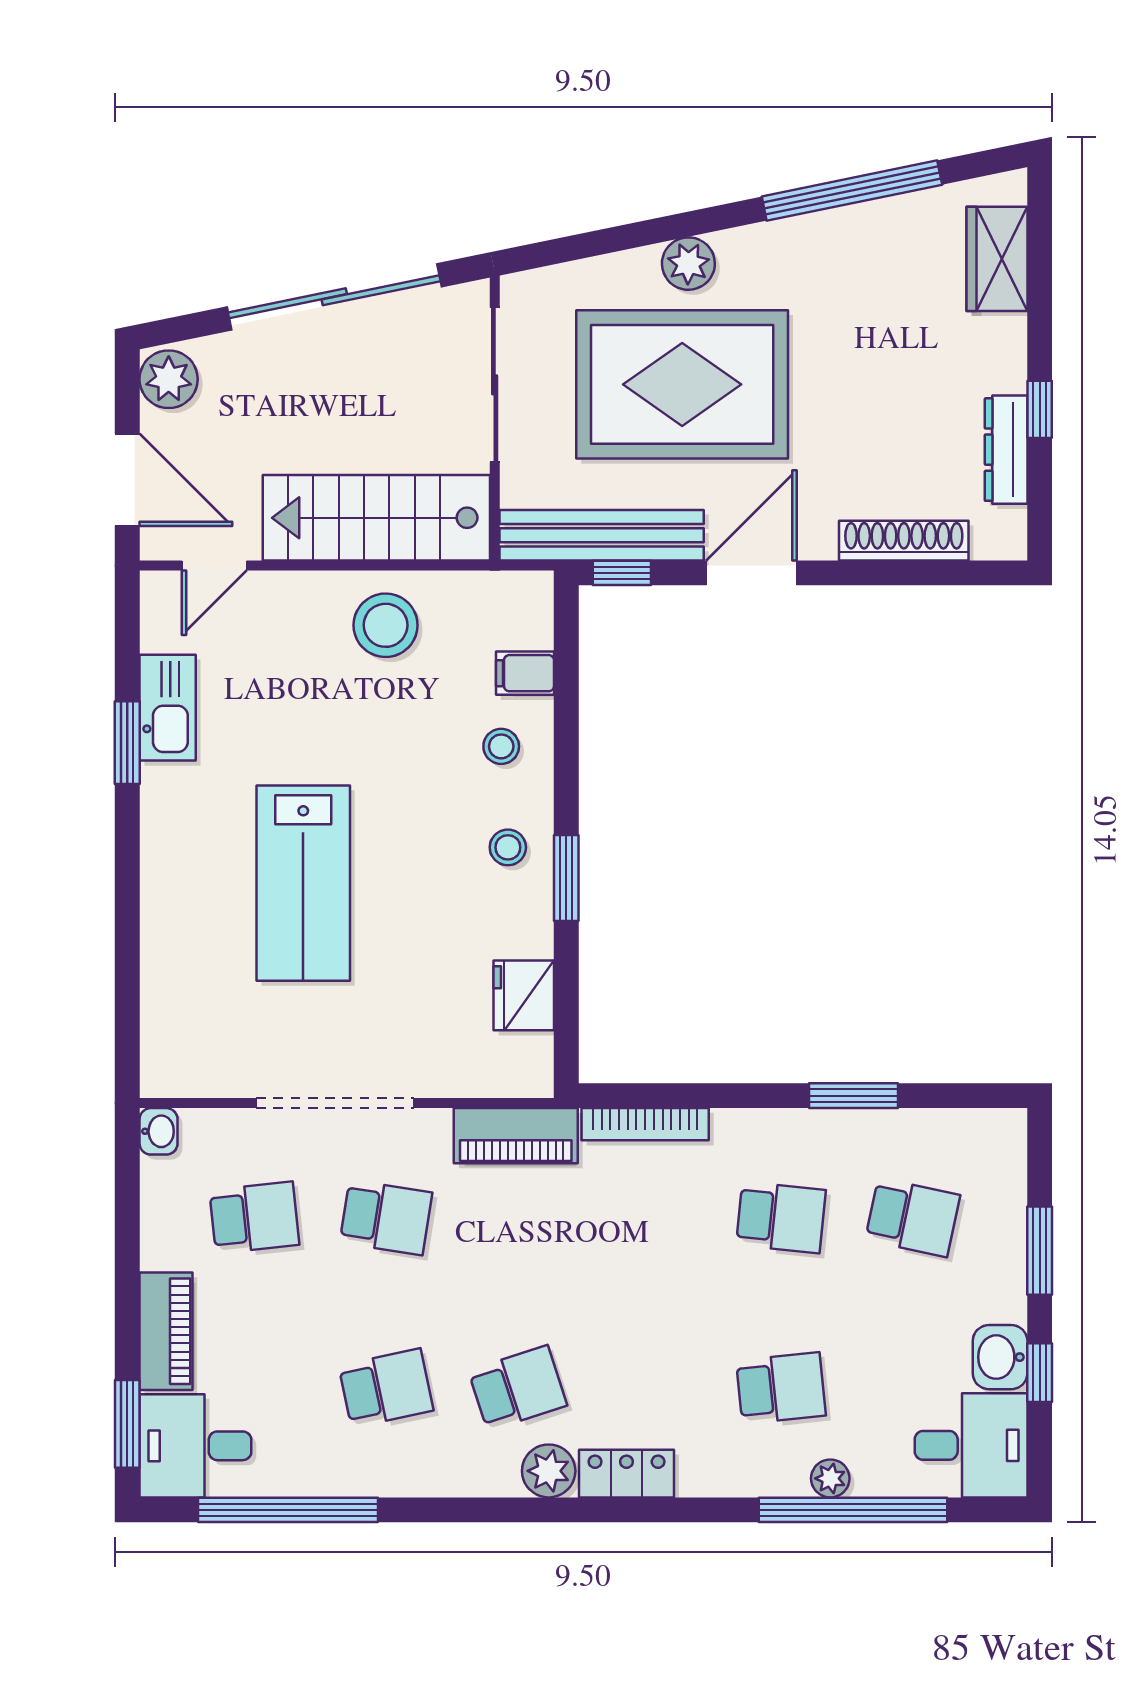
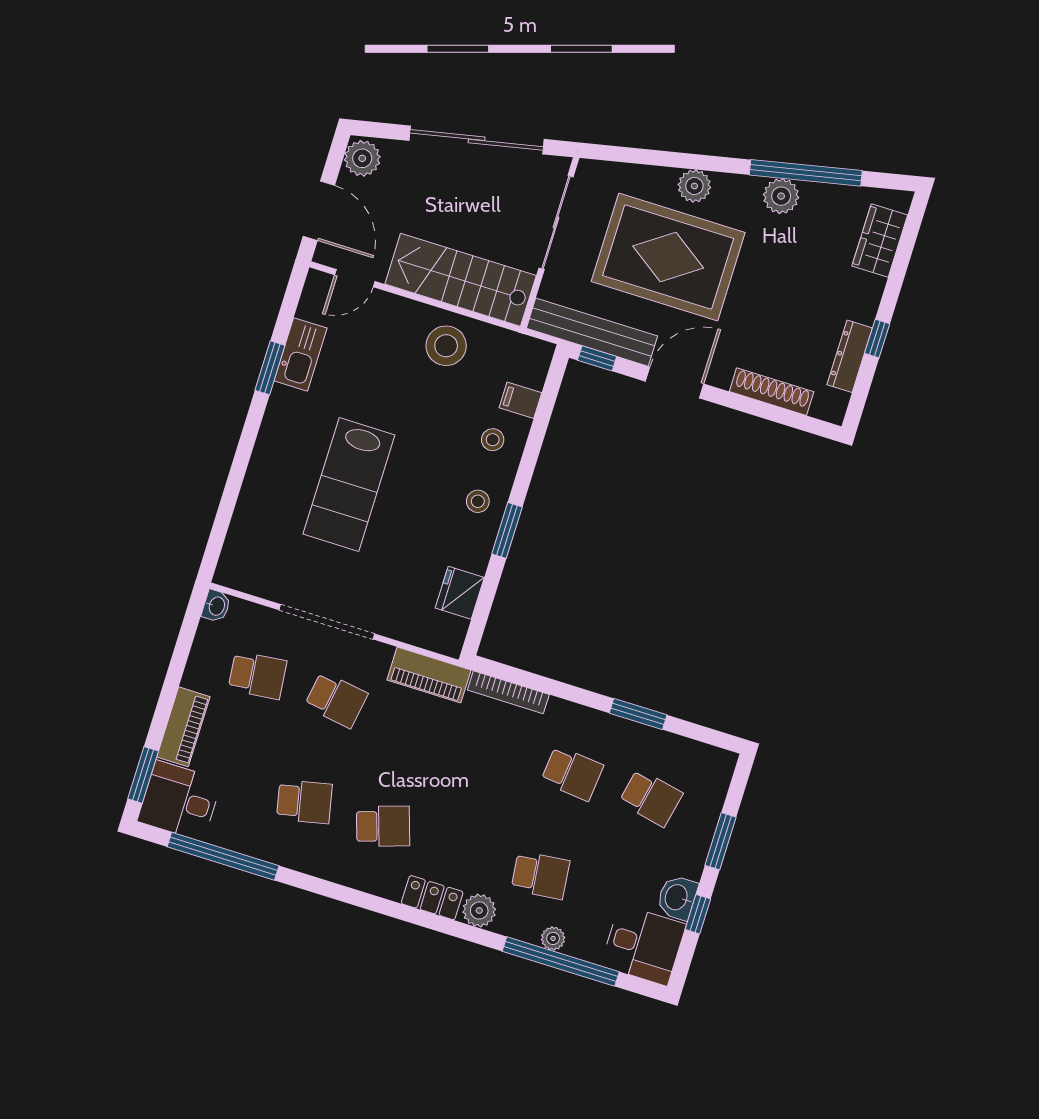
plant: (825, 238) -> (781, 196), added
plant: (549, 1471) -> (479, 911), moved

